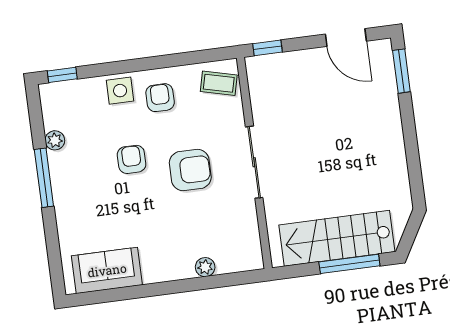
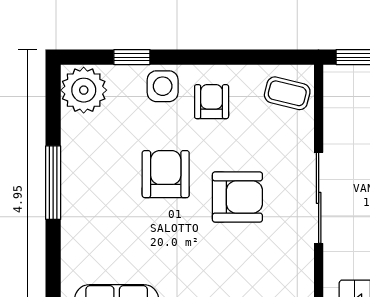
window: (62, 75) -> (132, 57), moved
plant: (55, 140) -> (84, 90), moved, width x1.88, depth x1.88
armchair: (132, 159) -> (166, 174), width x1.38, depth x1.38

